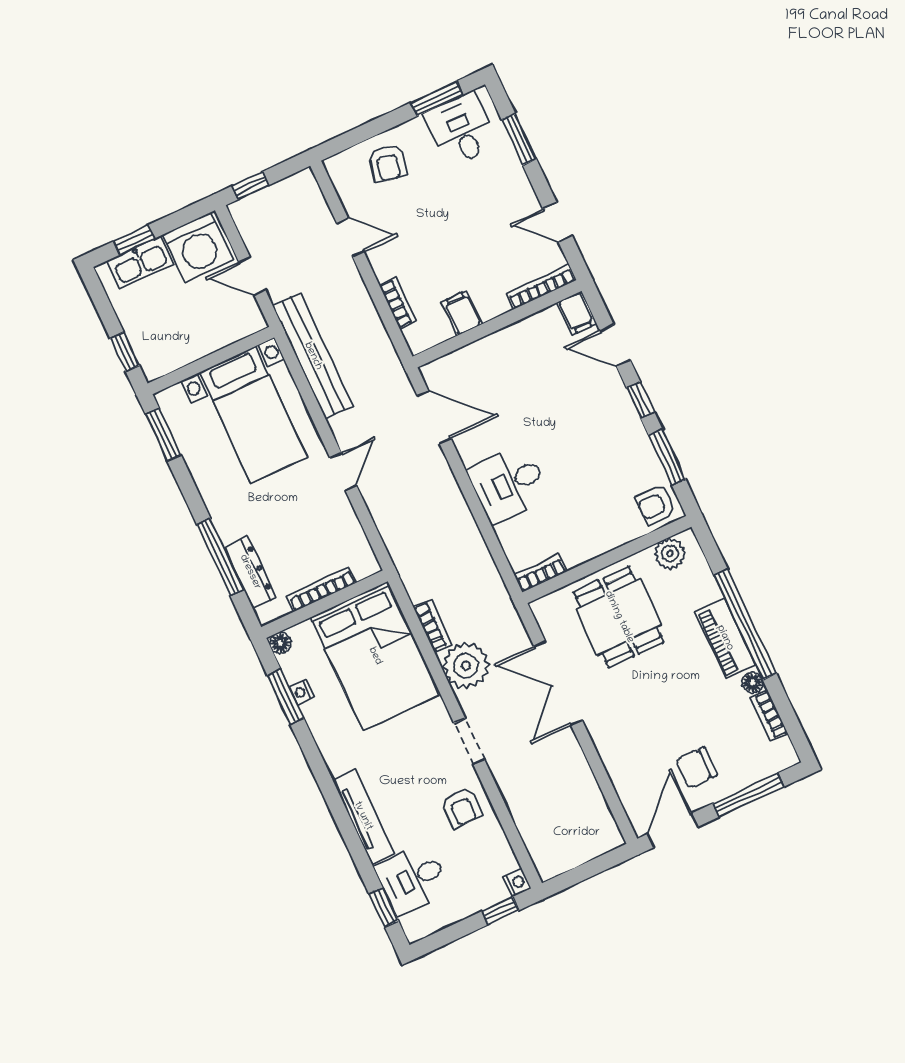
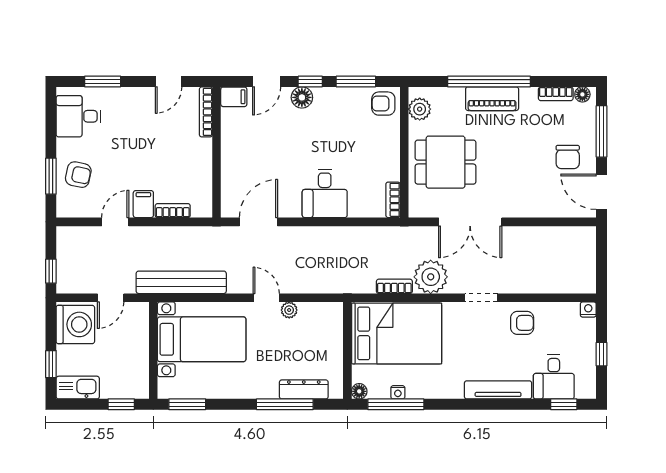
window: (437, 99) -> (51, 176), moved
kitchen sink: (140, 262) -> (78, 388), moved, turned -90
filing cabinet: (462, 313) -> (143, 204), moved, turned 90
floor lamp: (616, 399) -> (302, 97), added
armchair: (656, 505) -> (383, 104), turned 90
plant: (341, 507) -> (289, 310), added
bookcase: (322, 589) -> (337, 348), removed
floor lamp: (753, 682) -> (582, 94), moved
window: (285, 697) -> (396, 404), width x1.44
window: (501, 911) -> (602, 354), moved

